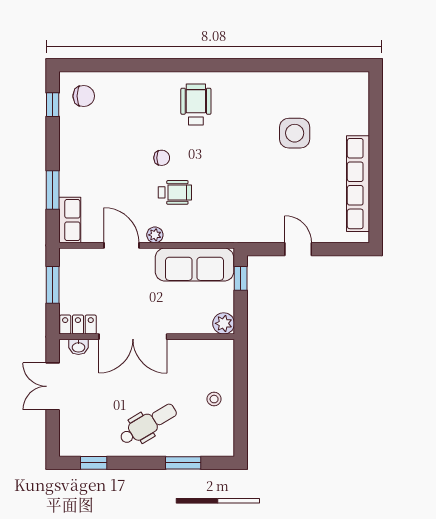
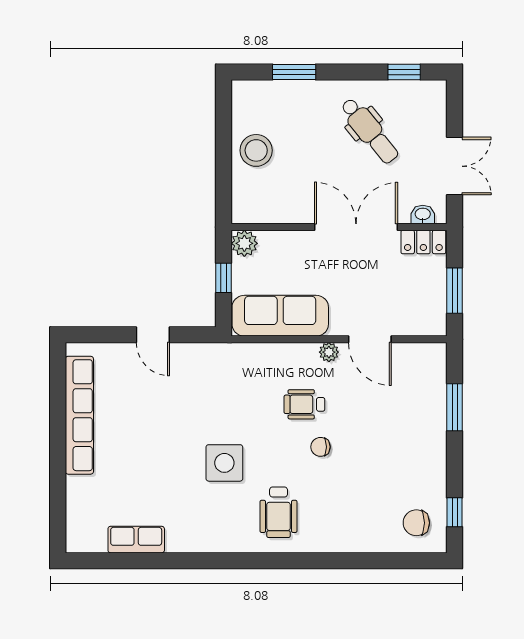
side table: (295, 133) -> (224, 463), moved
row of seats: (70, 220) -> (136, 540), moved, turned 90
window: (241, 278) -> (223, 278), moved
stool: (214, 399) -> (256, 150), width x1.89, depth x1.89
dental chair: (148, 424) -> (369, 131), moved, turned -98

